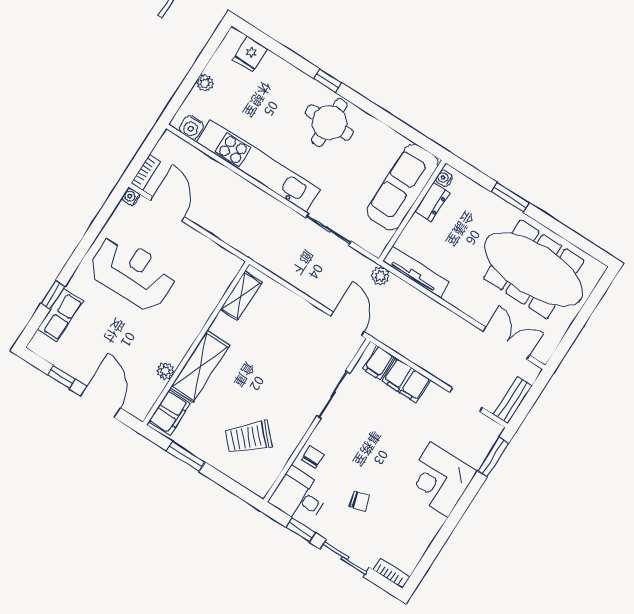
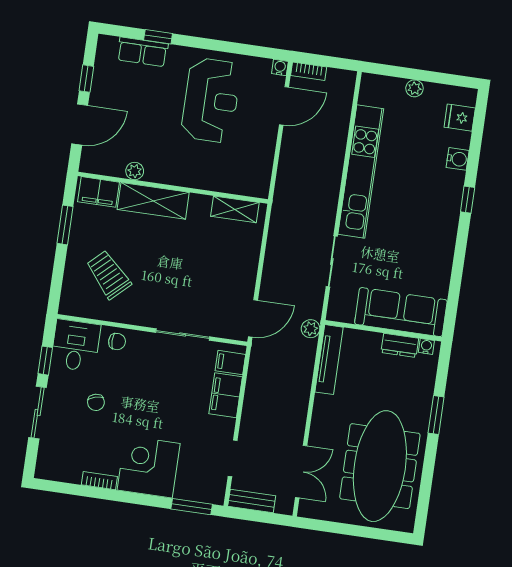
round table: (329, 123) -> (430, 218), removed
water cooler: (192, 127) -> (458, 159), moved, turned 180
bookcase: (391, 573) -> (99, 481), moved, turned -90

